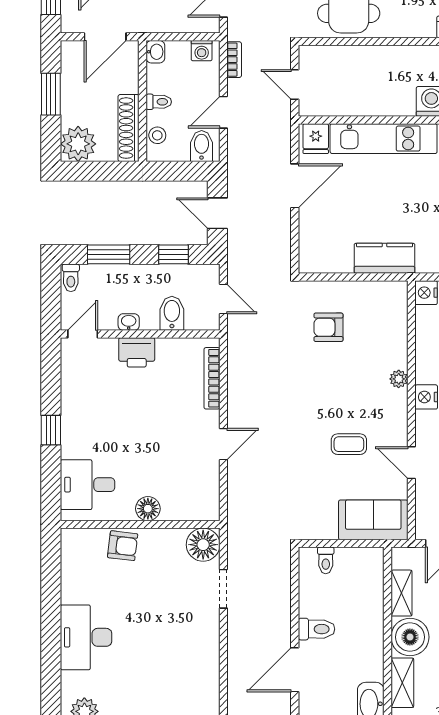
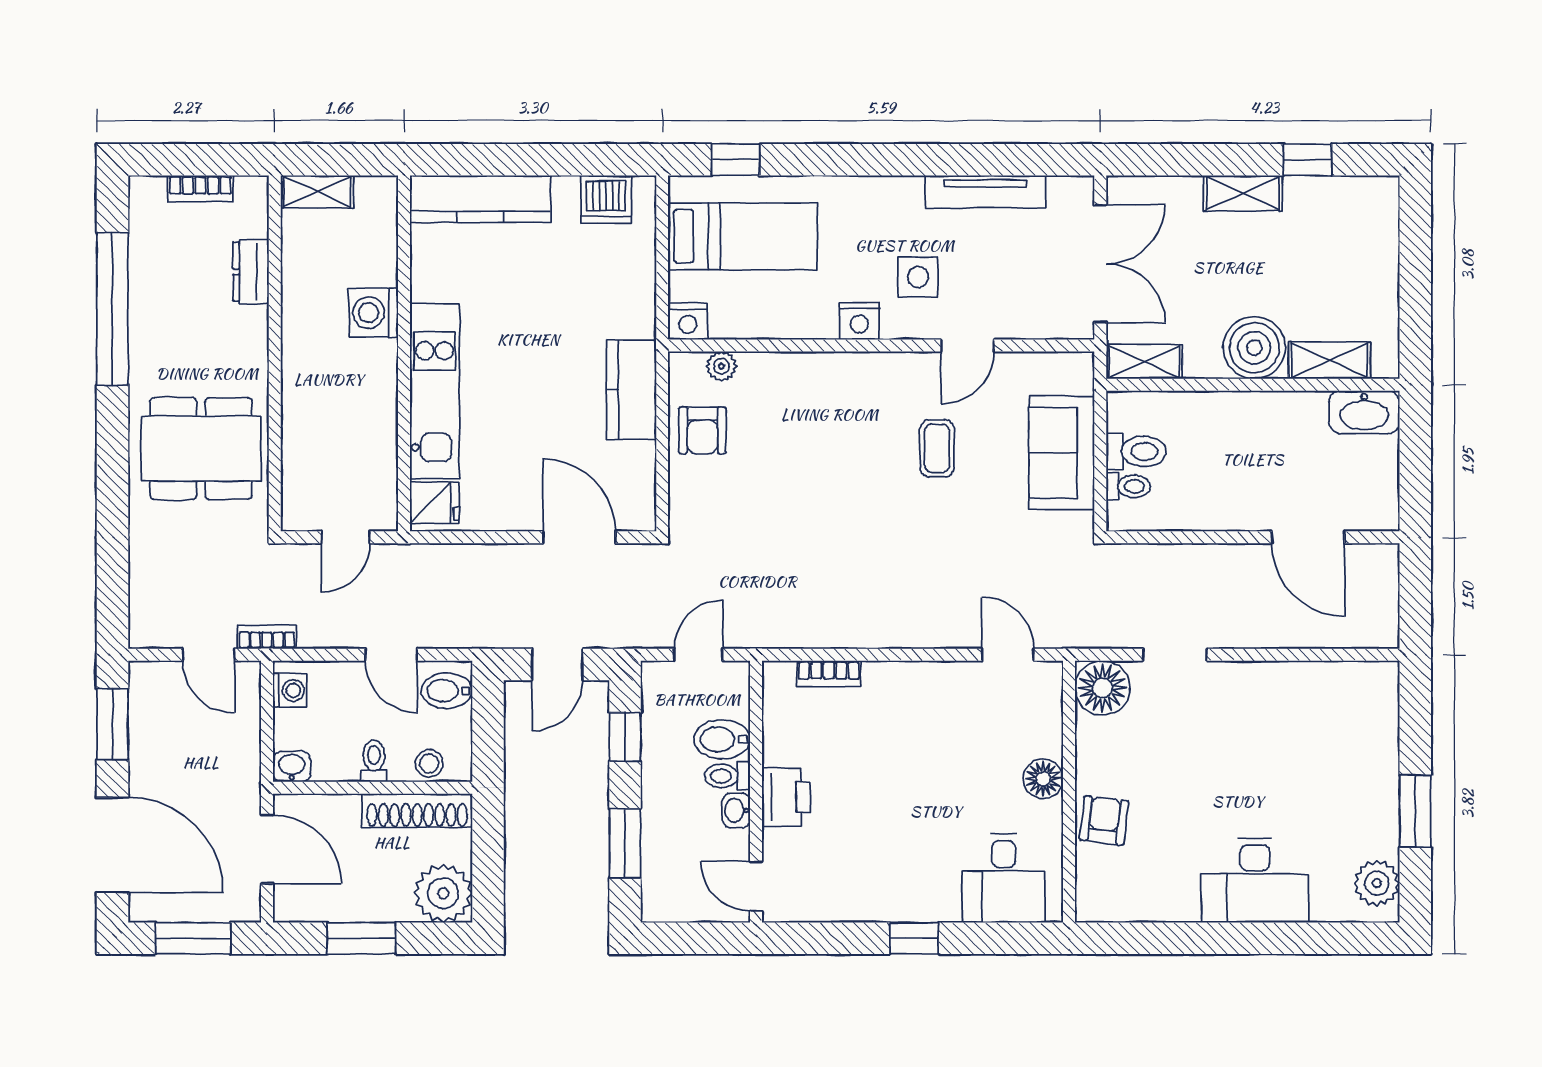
bookcase: (234, 60) -> (267, 637), moved
door: (295, 186) -> (579, 537), moved
toilet: (71, 278) -> (727, 776), moved, turned 180
armchair: (328, 327) -> (703, 430), moved
bookcase: (212, 378) -> (829, 673), width x0.64
plant: (399, 379) -> (721, 366), moved
door: (223, 444) -> (1008, 655), moved
sofa: (373, 520) -> (1062, 453), moved
shelving: (402, 593) -> (1144, 362), moved
toilet: (317, 629) -> (1136, 451), moved, turned 90

